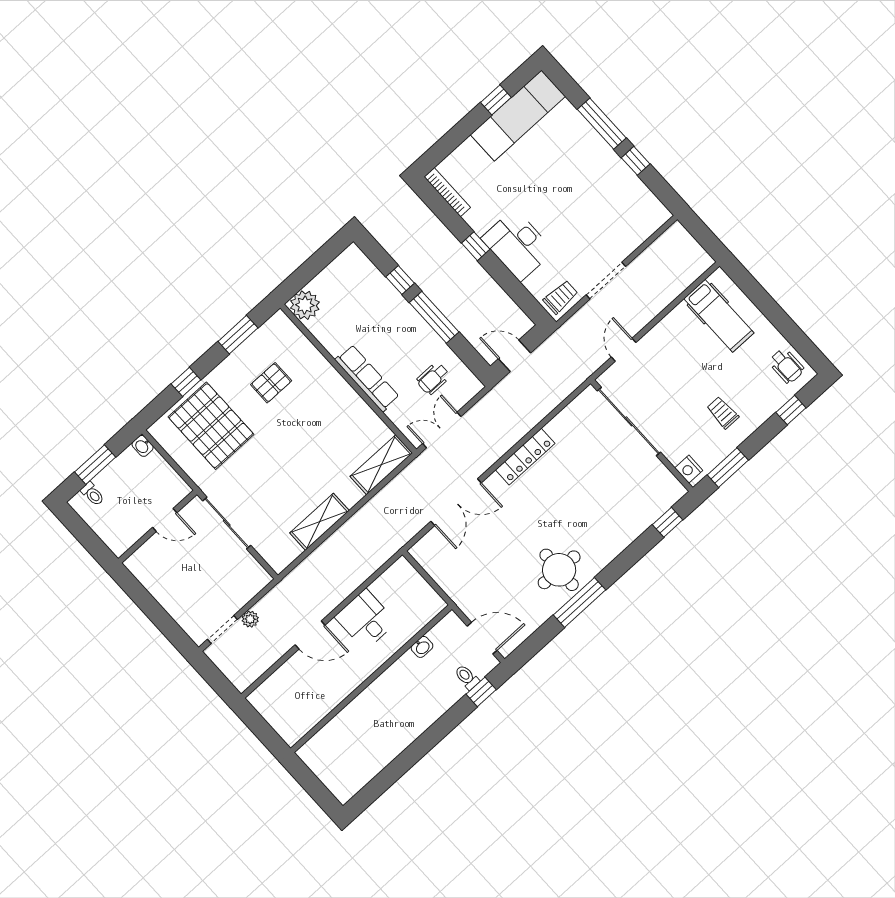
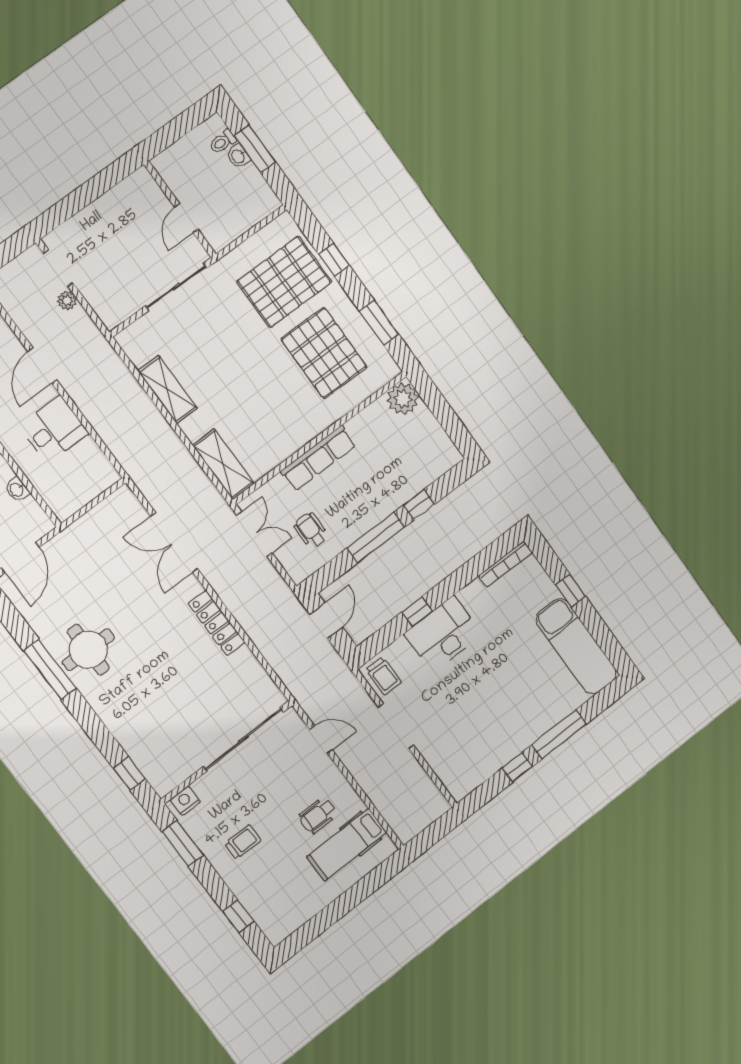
window: (496, 100) -> (571, 591), moved
window: (476, 246) -> (417, 612), moved
wheelchair: (786, 366) -> (318, 815), moved
pallet: (271, 383) -> (324, 353), width x2.05, depth x2.00
washbasin: (143, 446) -> (238, 156), moved, turned -90

